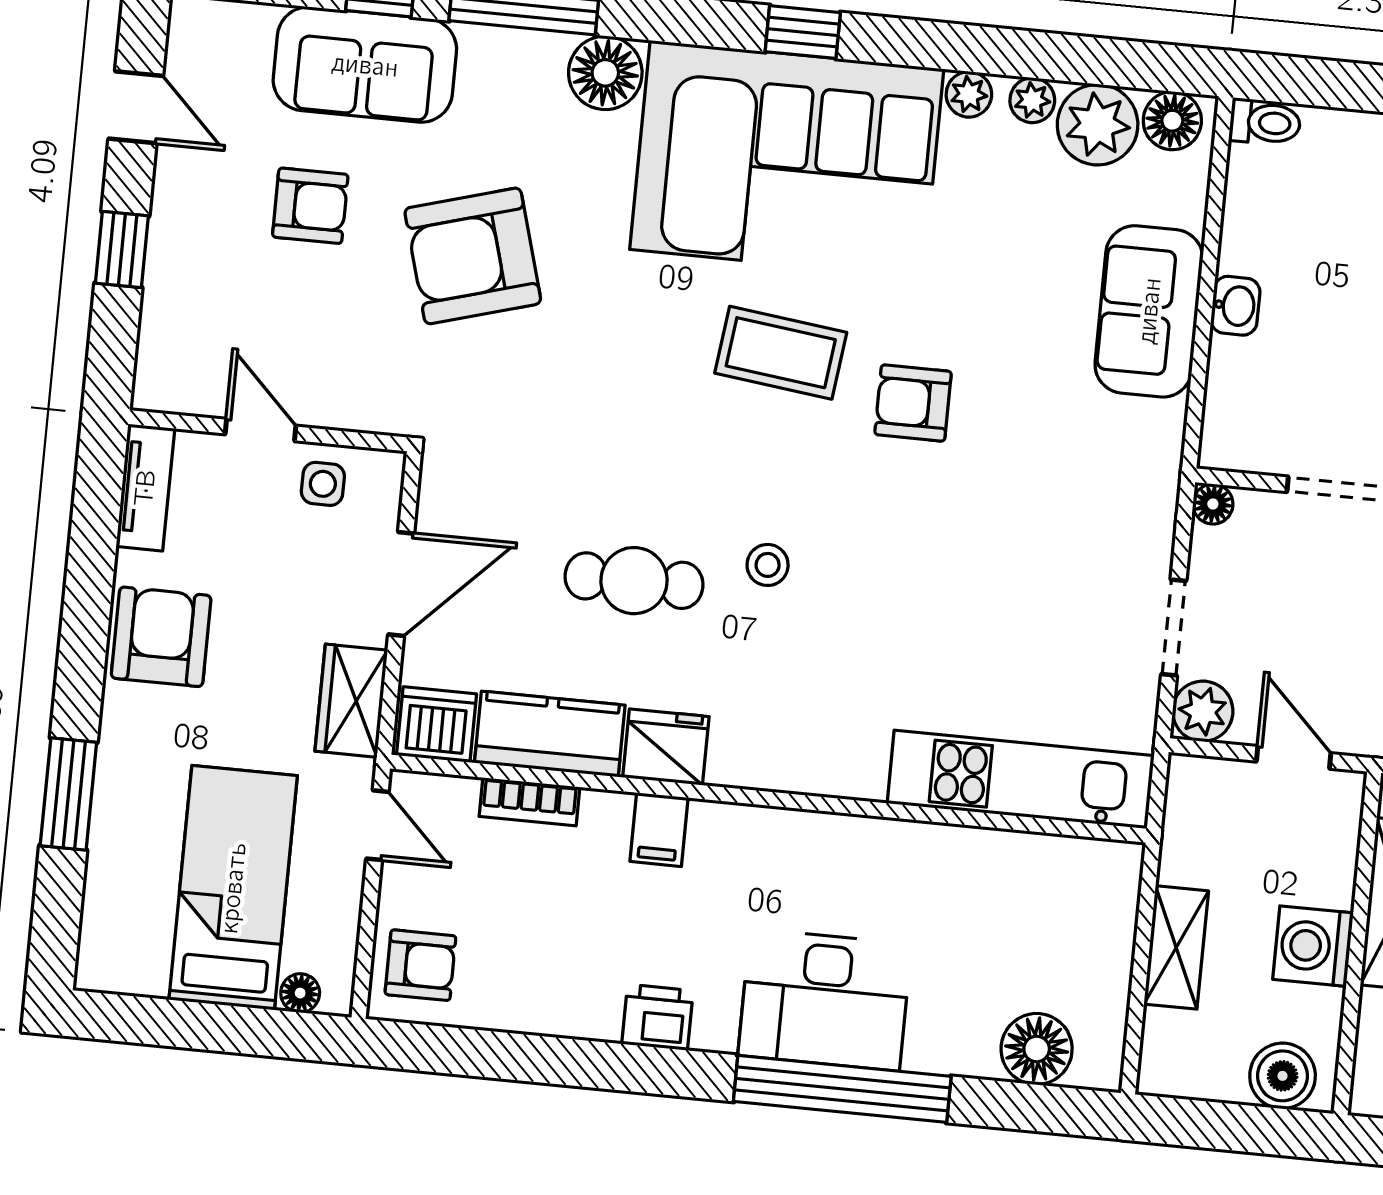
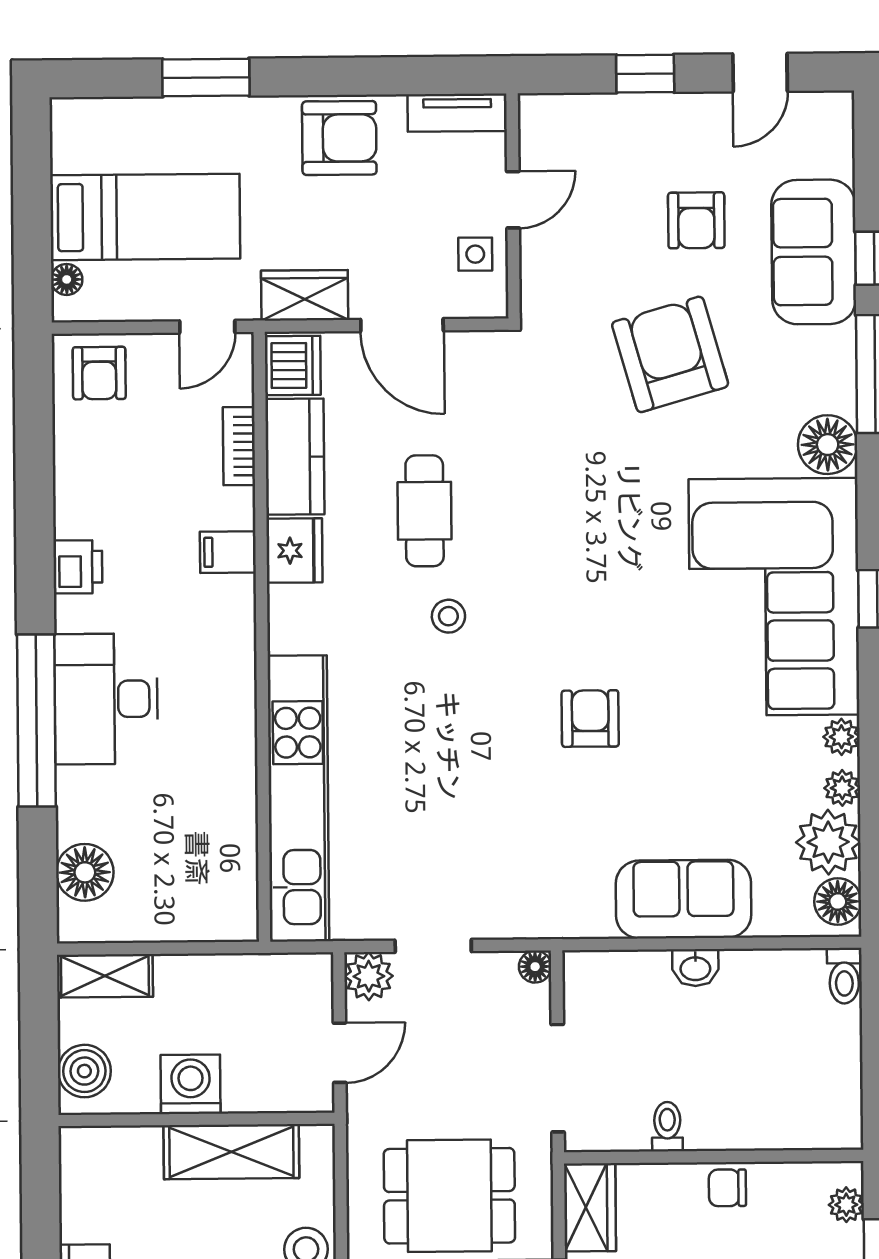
coffee table: (781, 353) -> (619, 609), removed
kitchen unit: (1021, 779) -> (298, 798), width x1.36
shelving: (1176, 947) -> (105, 976), moved

